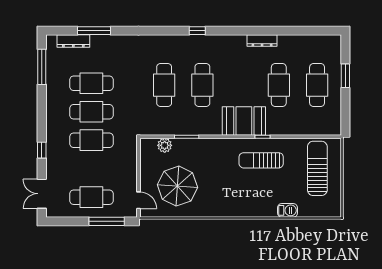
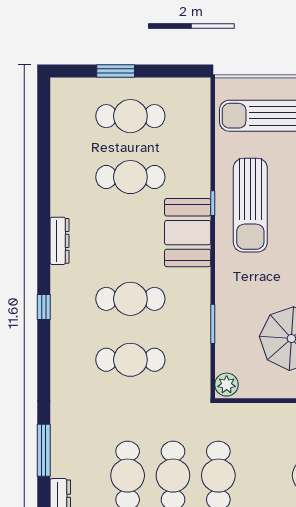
window: (94, 31) -> (44, 450), moved
dresser: (262, 40) -> (59, 241), moved
plant: (165, 145) -> (227, 385), moved
sun lounger: (261, 160) -> (250, 205), width x1.36, depth x1.34

